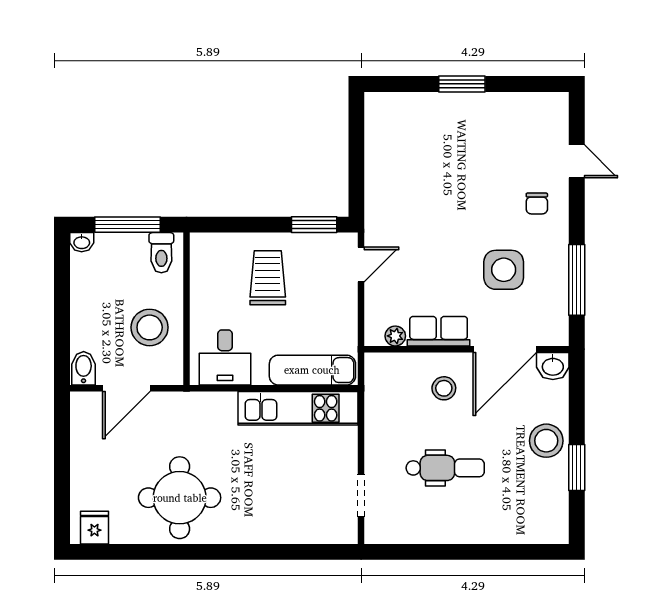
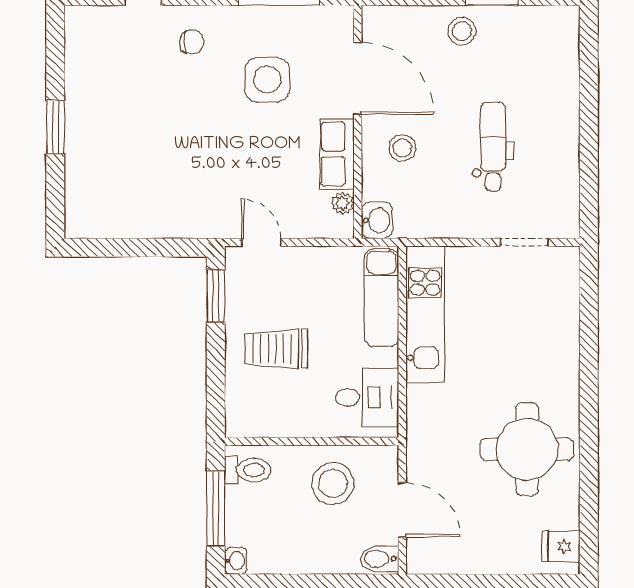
washbasin: (553, 366) -> (377, 220), moved
stool: (546, 441) -> (462, 31), width x0.73, depth x0.73

